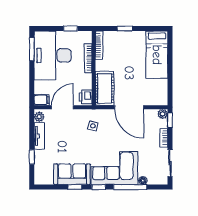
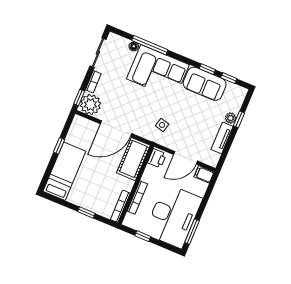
window: (170, 74) -> (59, 146), added
door: (129, 107) -> (116, 129), swing flipped
plant: (163, 114) -> (90, 104), width x1.87, depth x1.87
plant: (39, 117) -> (231, 118), moved
window: (99, 187) -> (229, 78), moved

